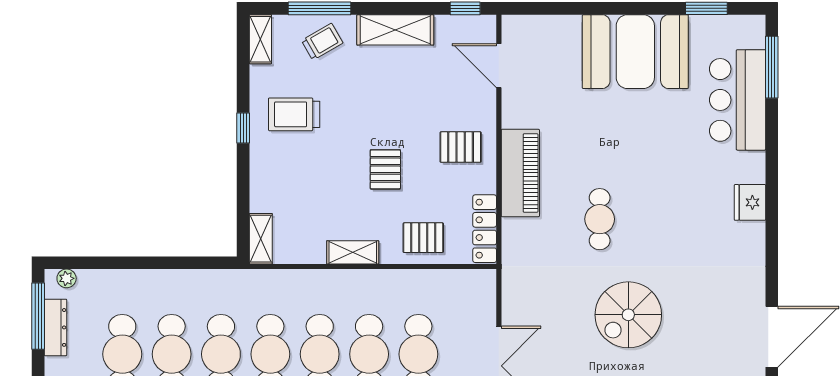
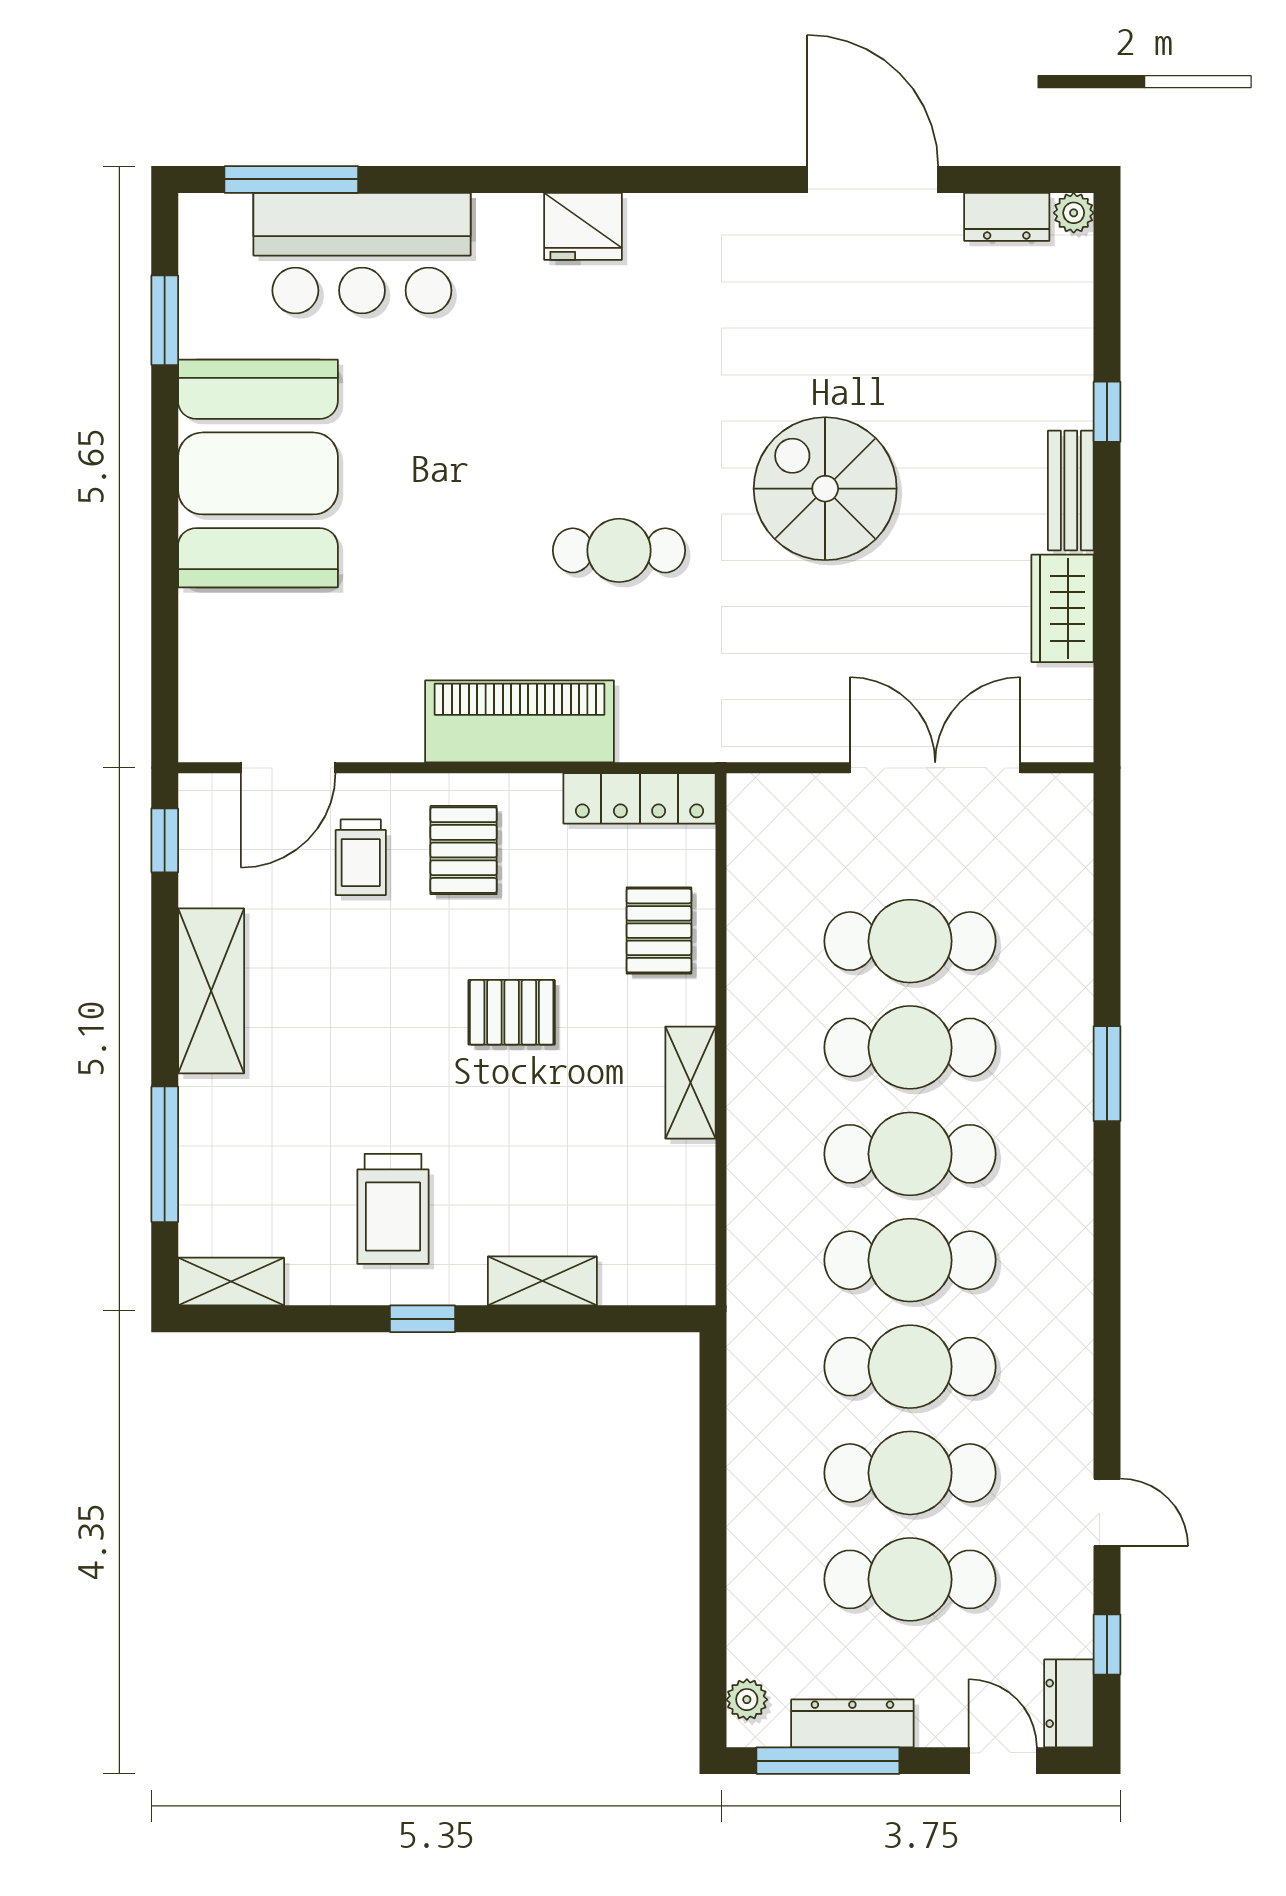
trolley: (322, 42) -> (361, 857), moved, turned -150
shelving: (261, 239) -> (542, 1281), moved
spiral stairs: (628, 315) -> (825, 489), turned 180

